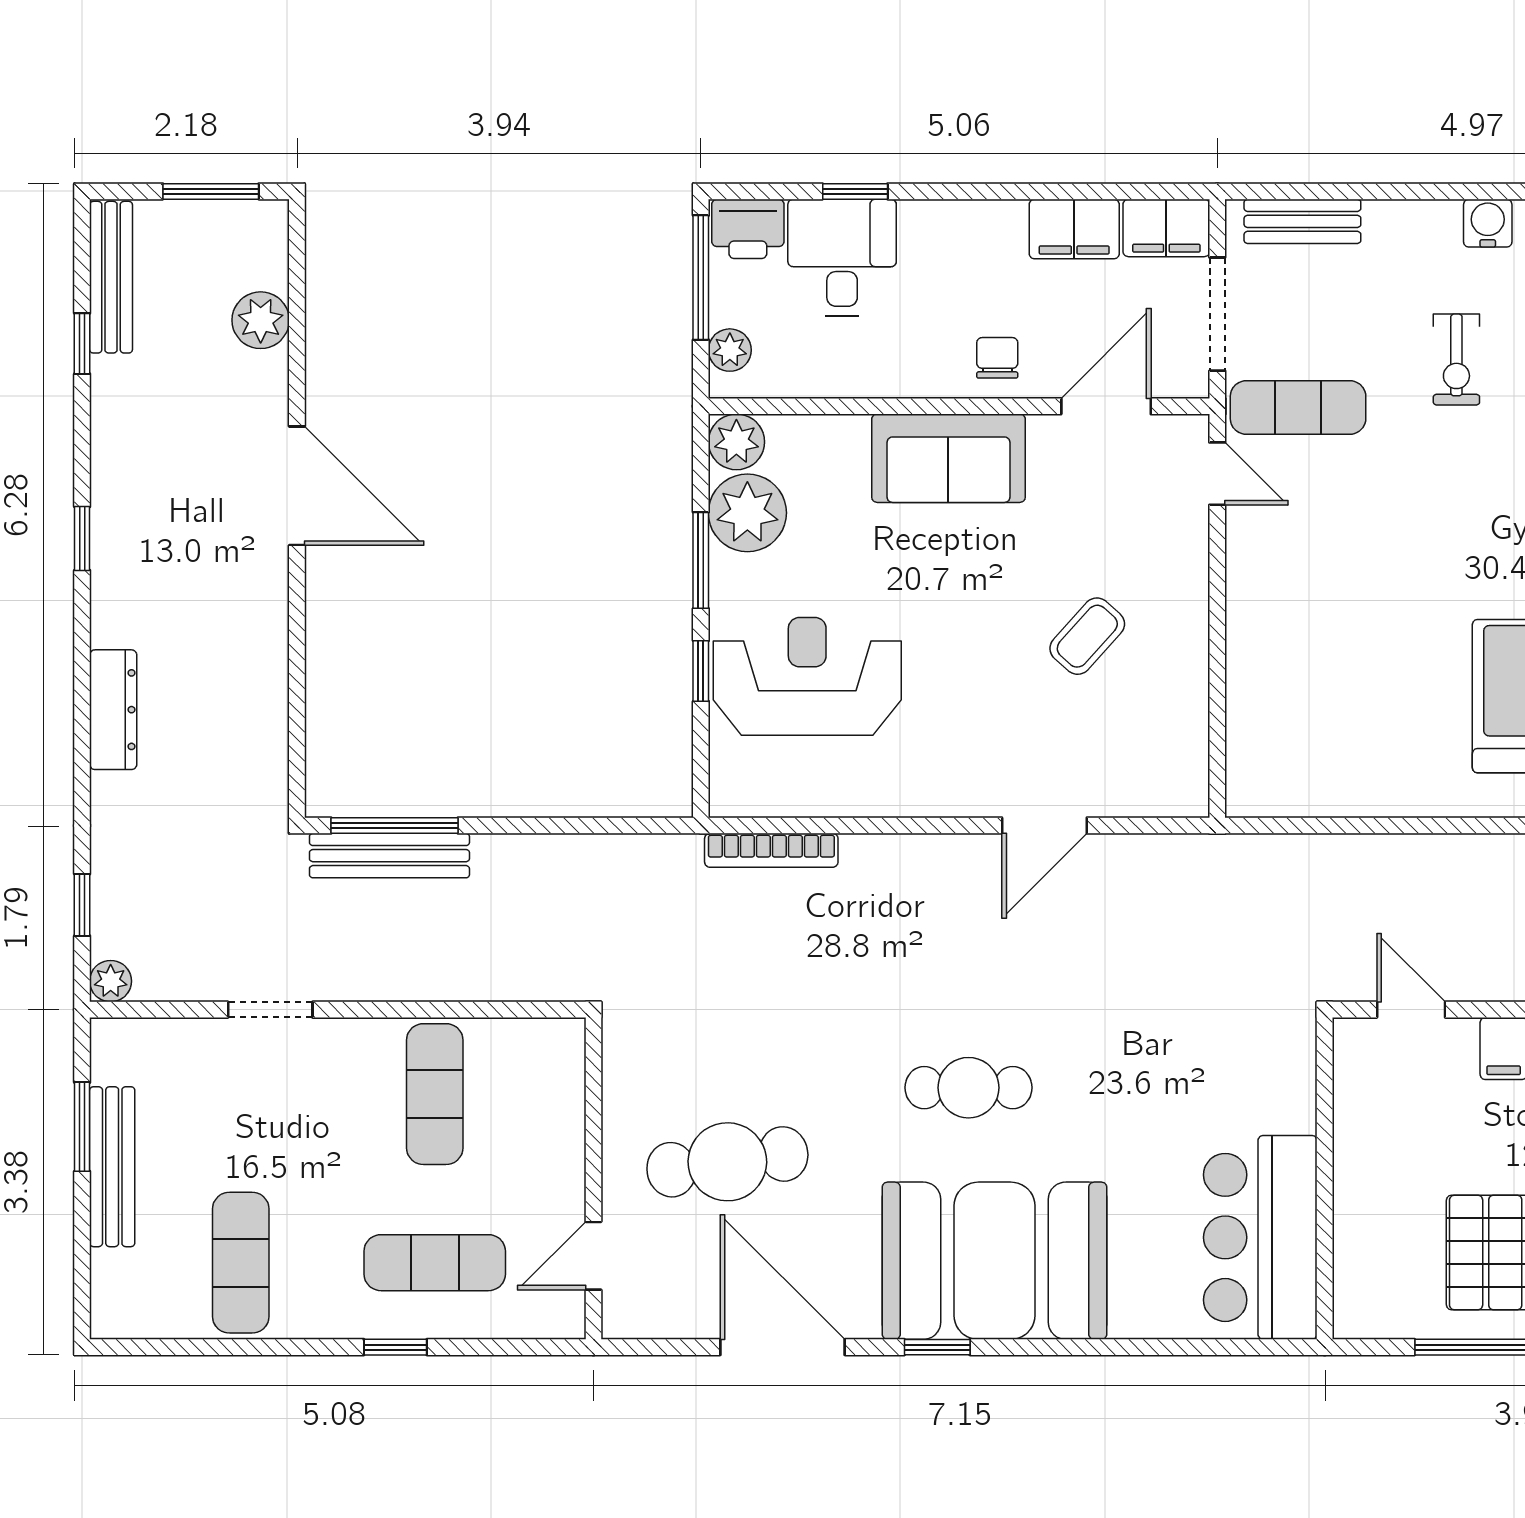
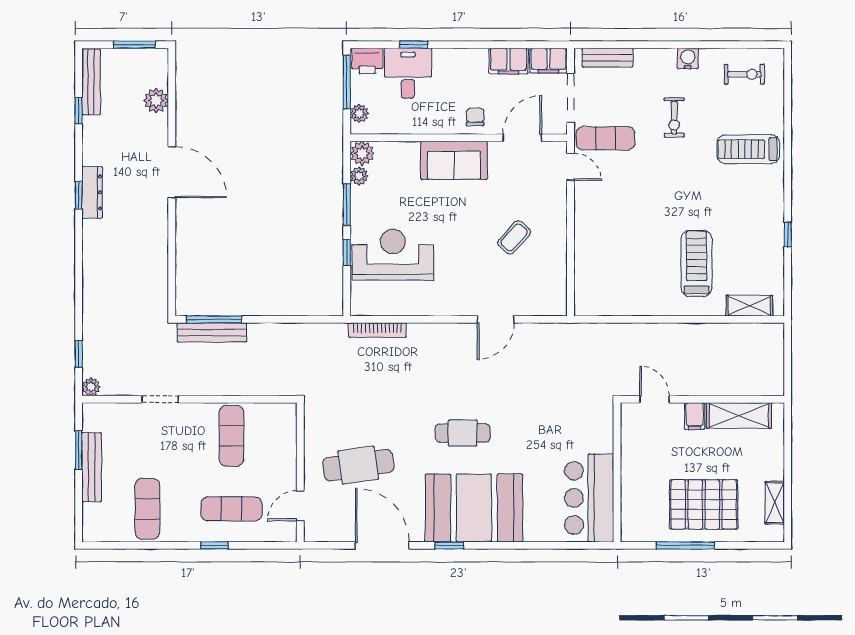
plant: (747, 513) -> (359, 176), width x0.53, depth x0.53
dresser: (113, 710) -> (92, 192), moved

